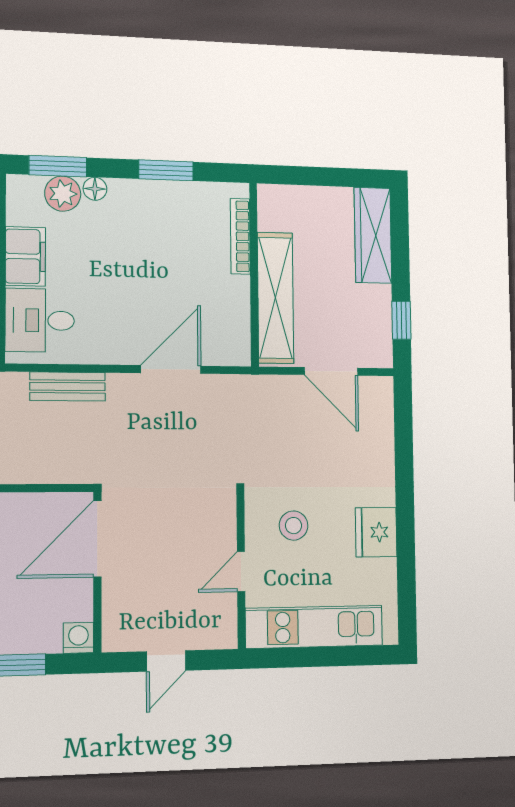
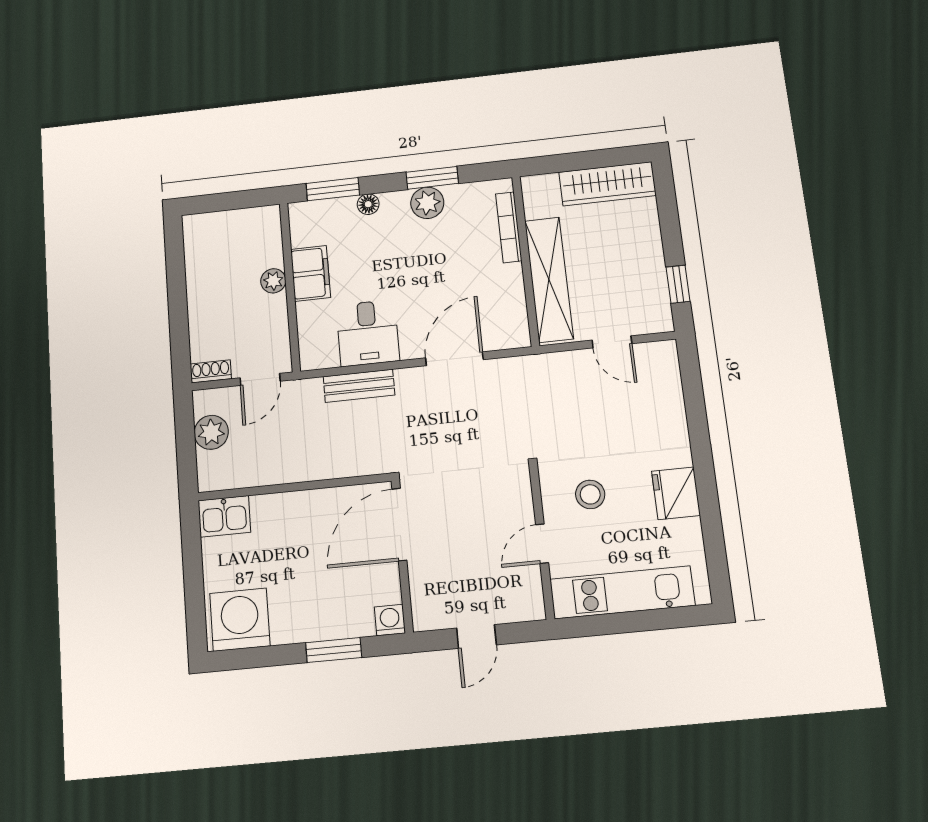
plant: (63, 194) -> (427, 203), moved
wardrobe: (373, 235) -> (607, 184), moved, turned -90
desk: (40, 320) -> (368, 333), moved, turned -90
door: (331, 371) -> (612, 342), width x0.73

